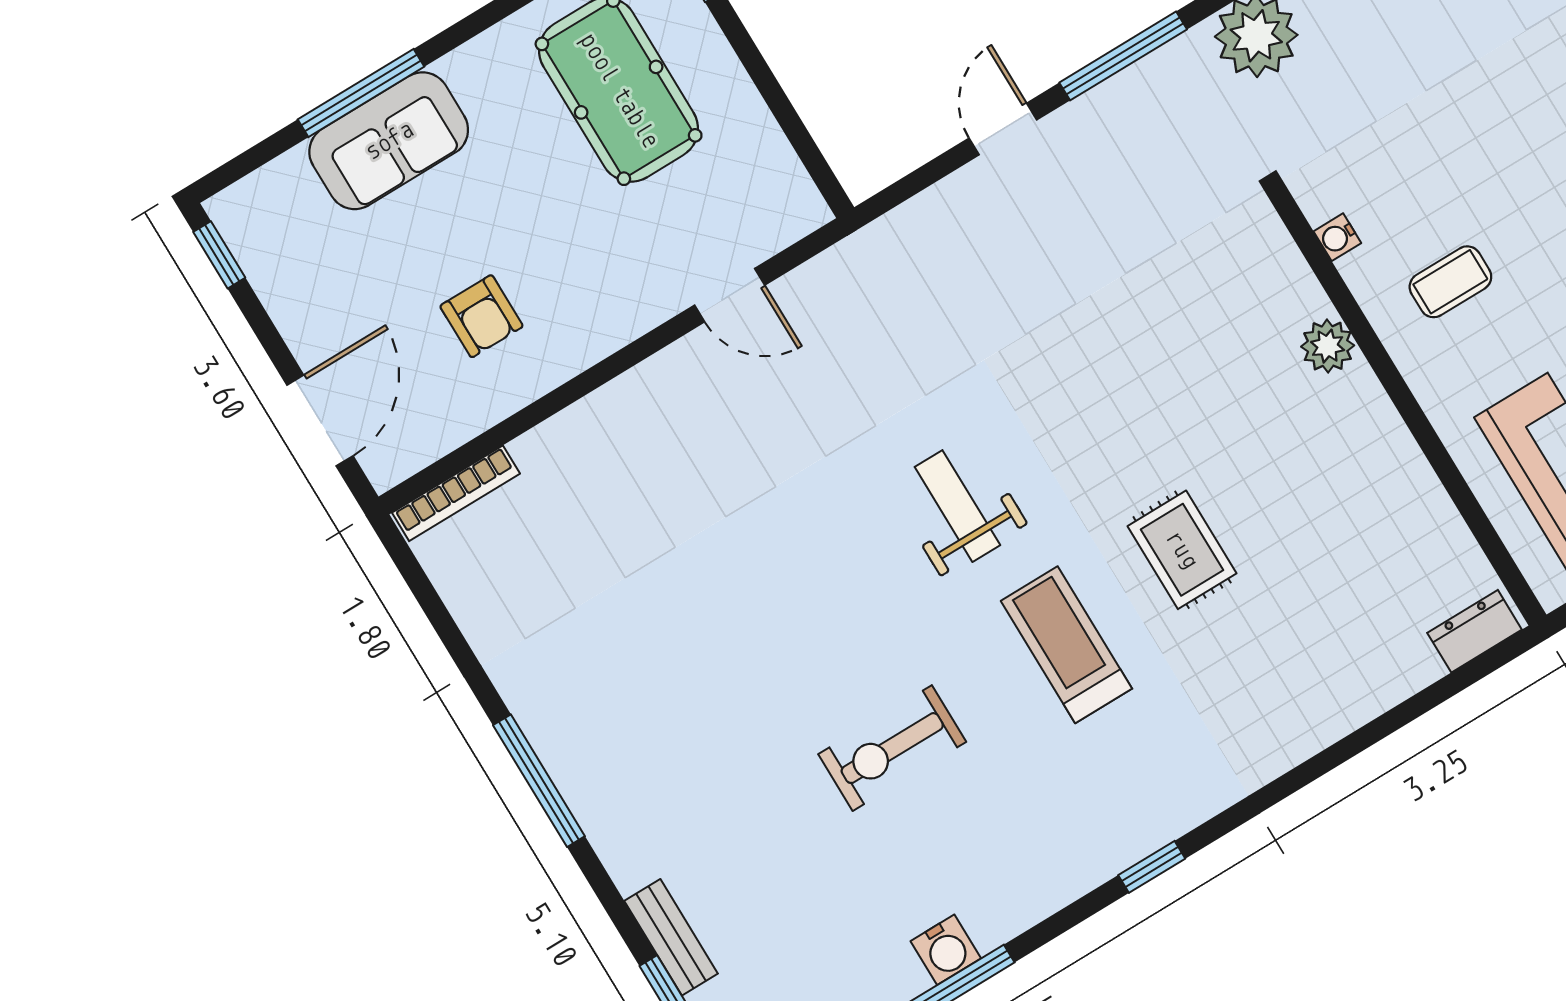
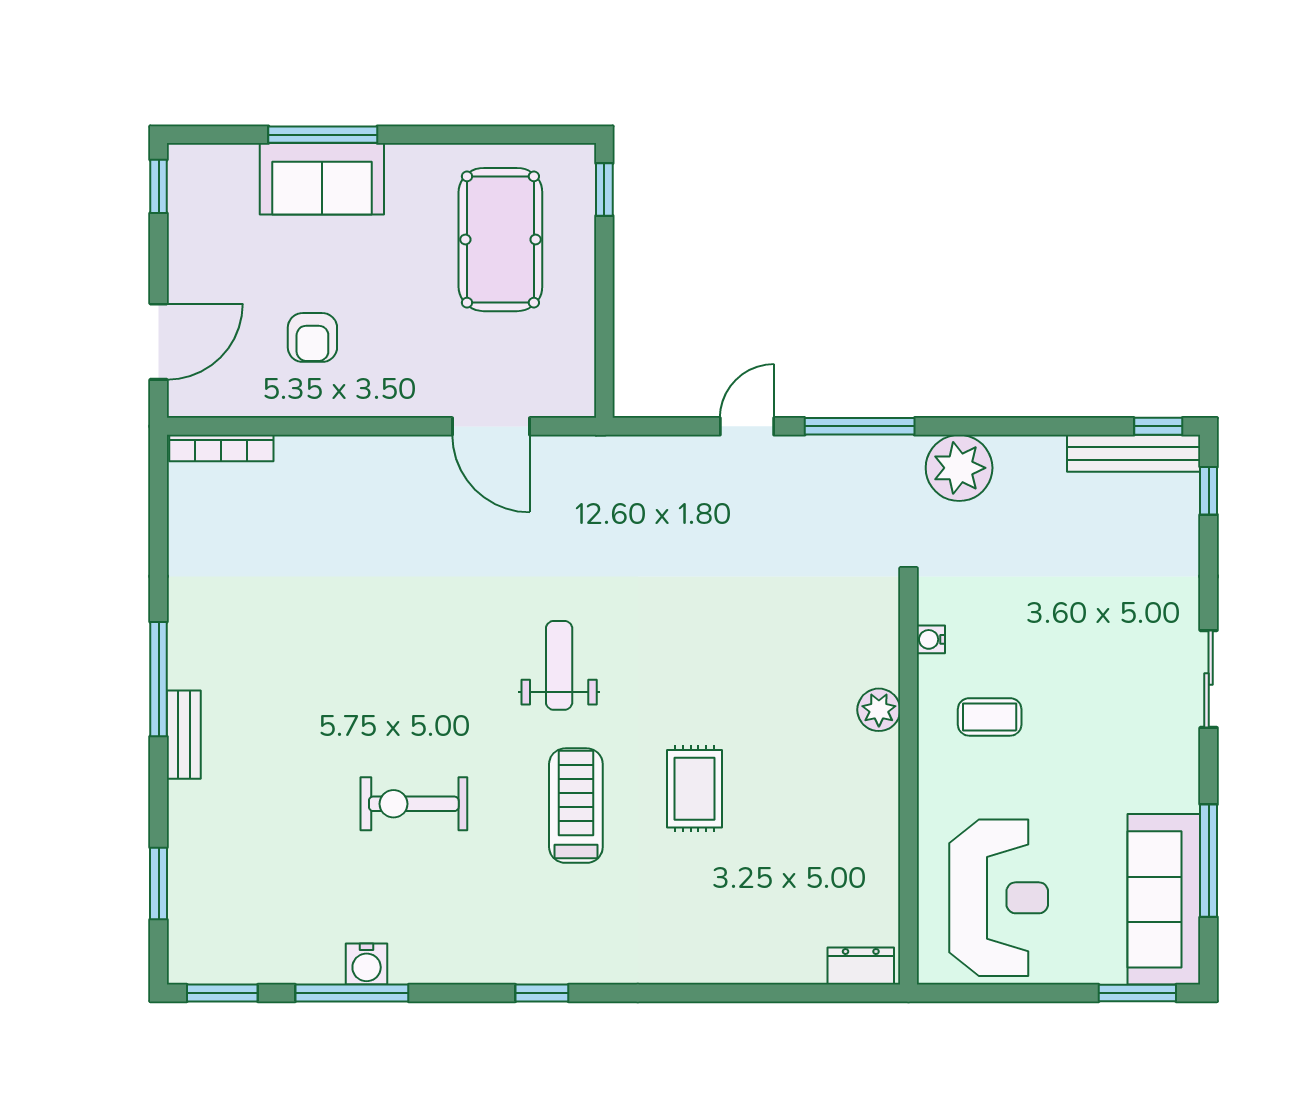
door: (730, 295) -> (491, 426), width x1.38
bench: (671, 937) -> (184, 735), moved

